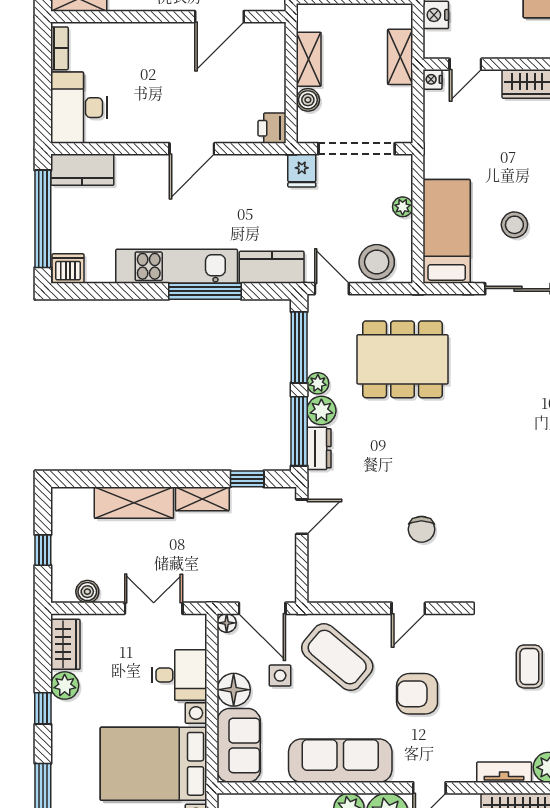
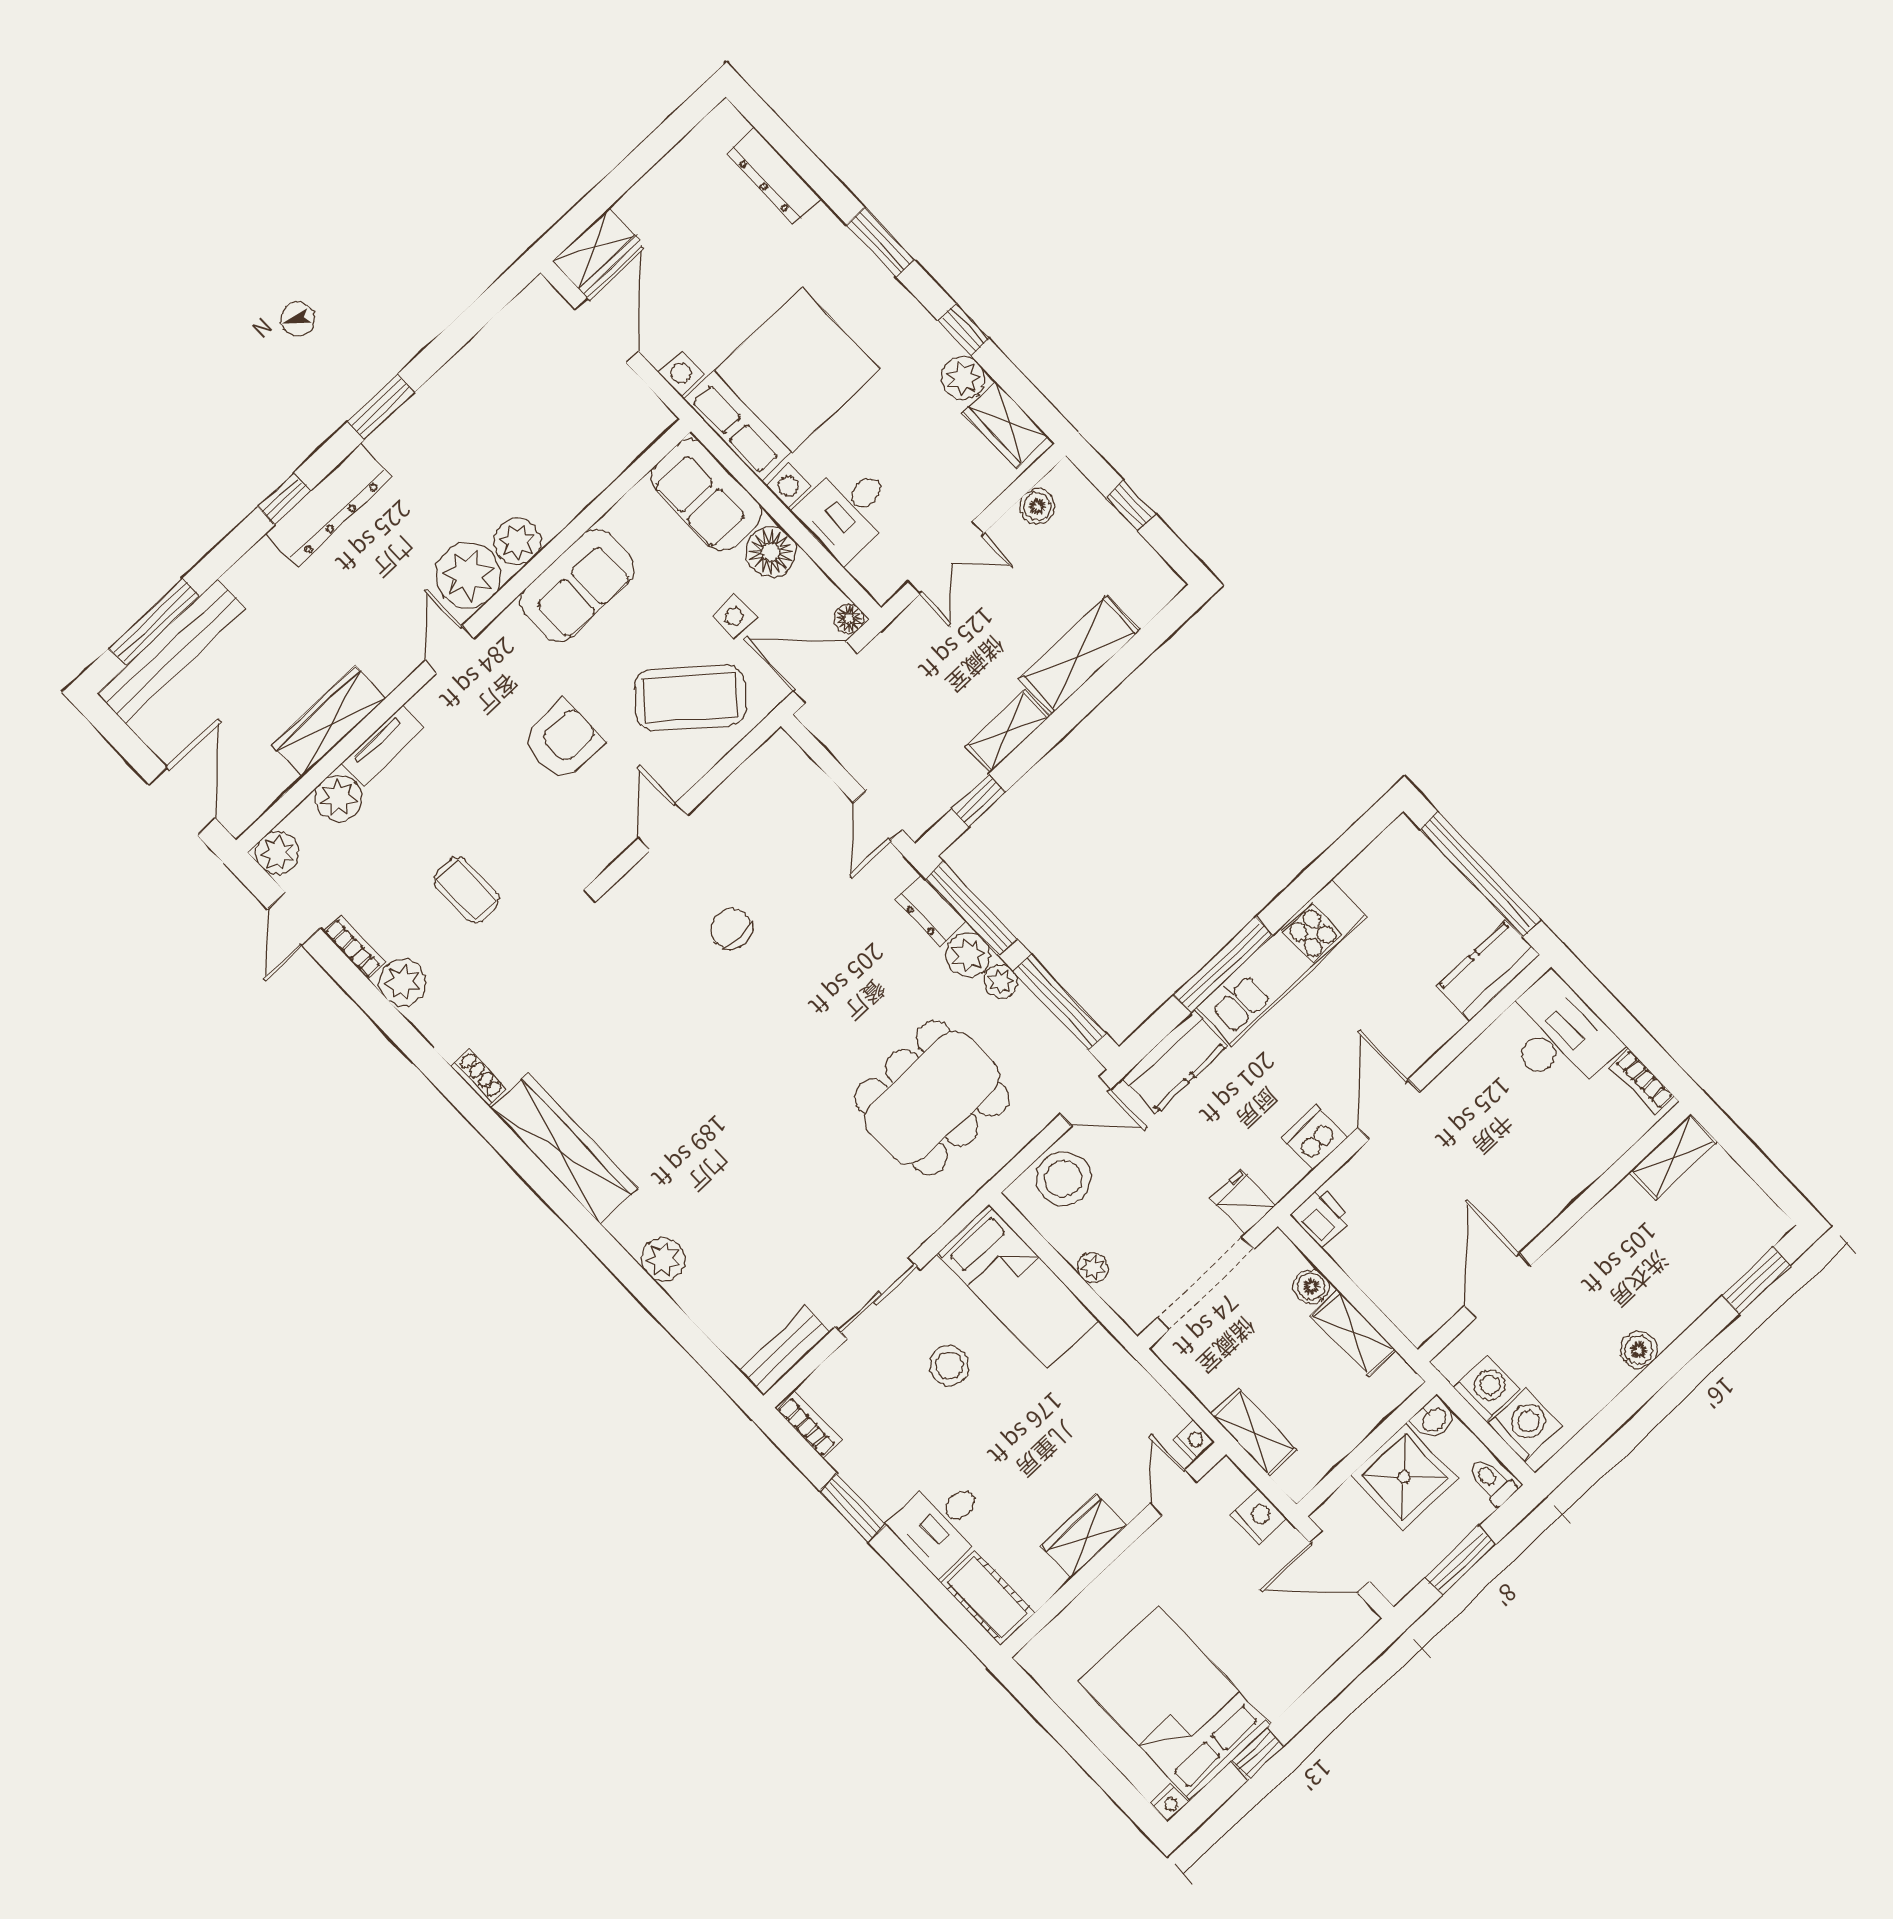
dishwasher: (68, 269) -> (1314, 1138), moved, turned 180
sofa: (340, 761) -> (577, 585), width x0.73

